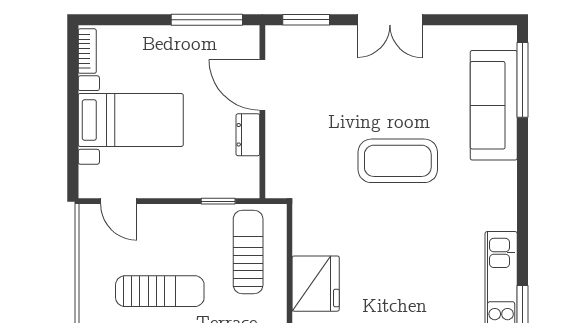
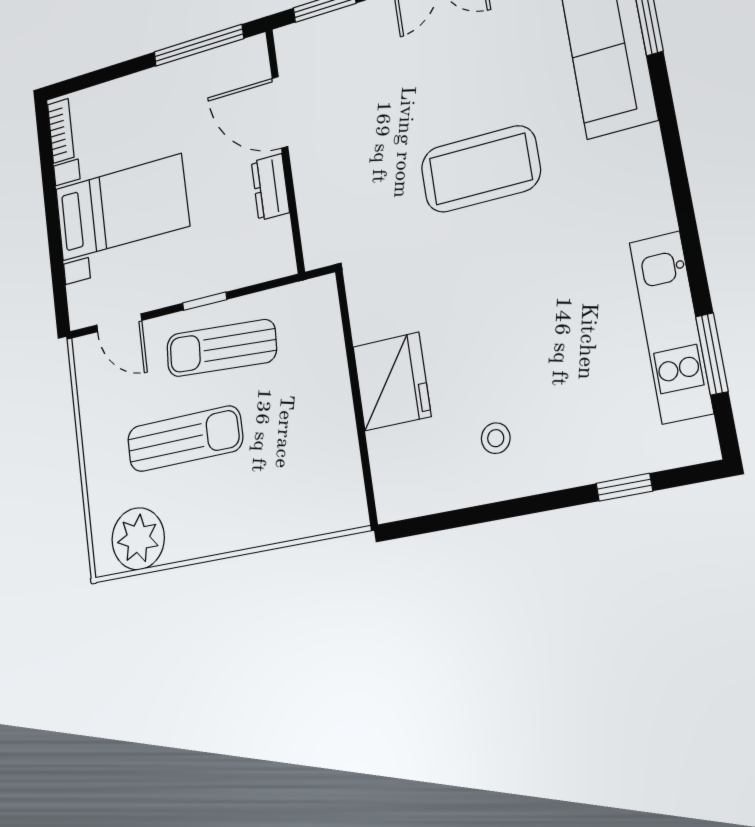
window: (218, 201) -> (205, 301), moved
sun lounger: (248, 252) -> (221, 348), moved, turned -86

